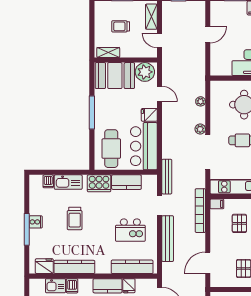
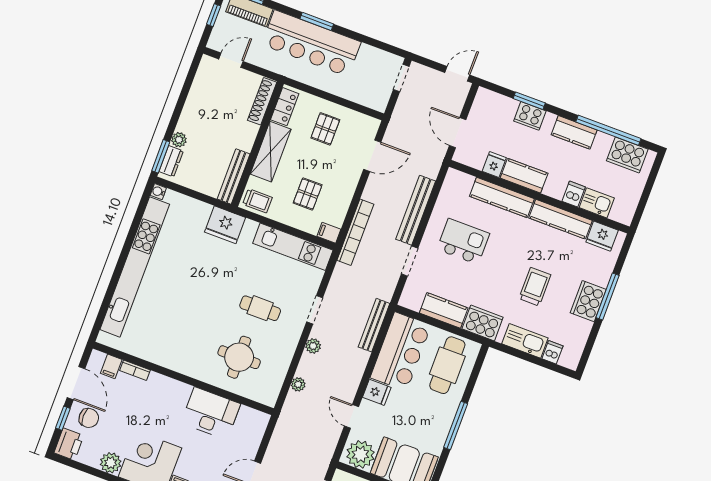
doorway: (208, 152) -> (315, 310), width x0.53
bench: (167, 177) -> (374, 325), moved
cooker: (36, 222) -> (588, 301), width x1.87, depth x1.31
kitchen counter: (132, 267) -> (502, 197), moved

